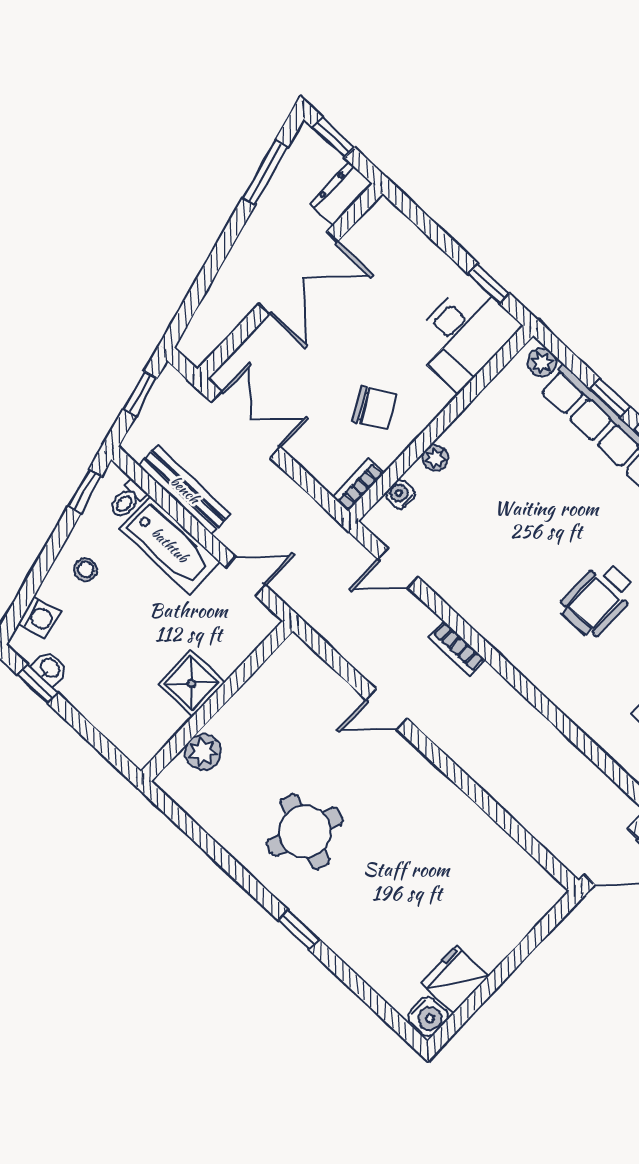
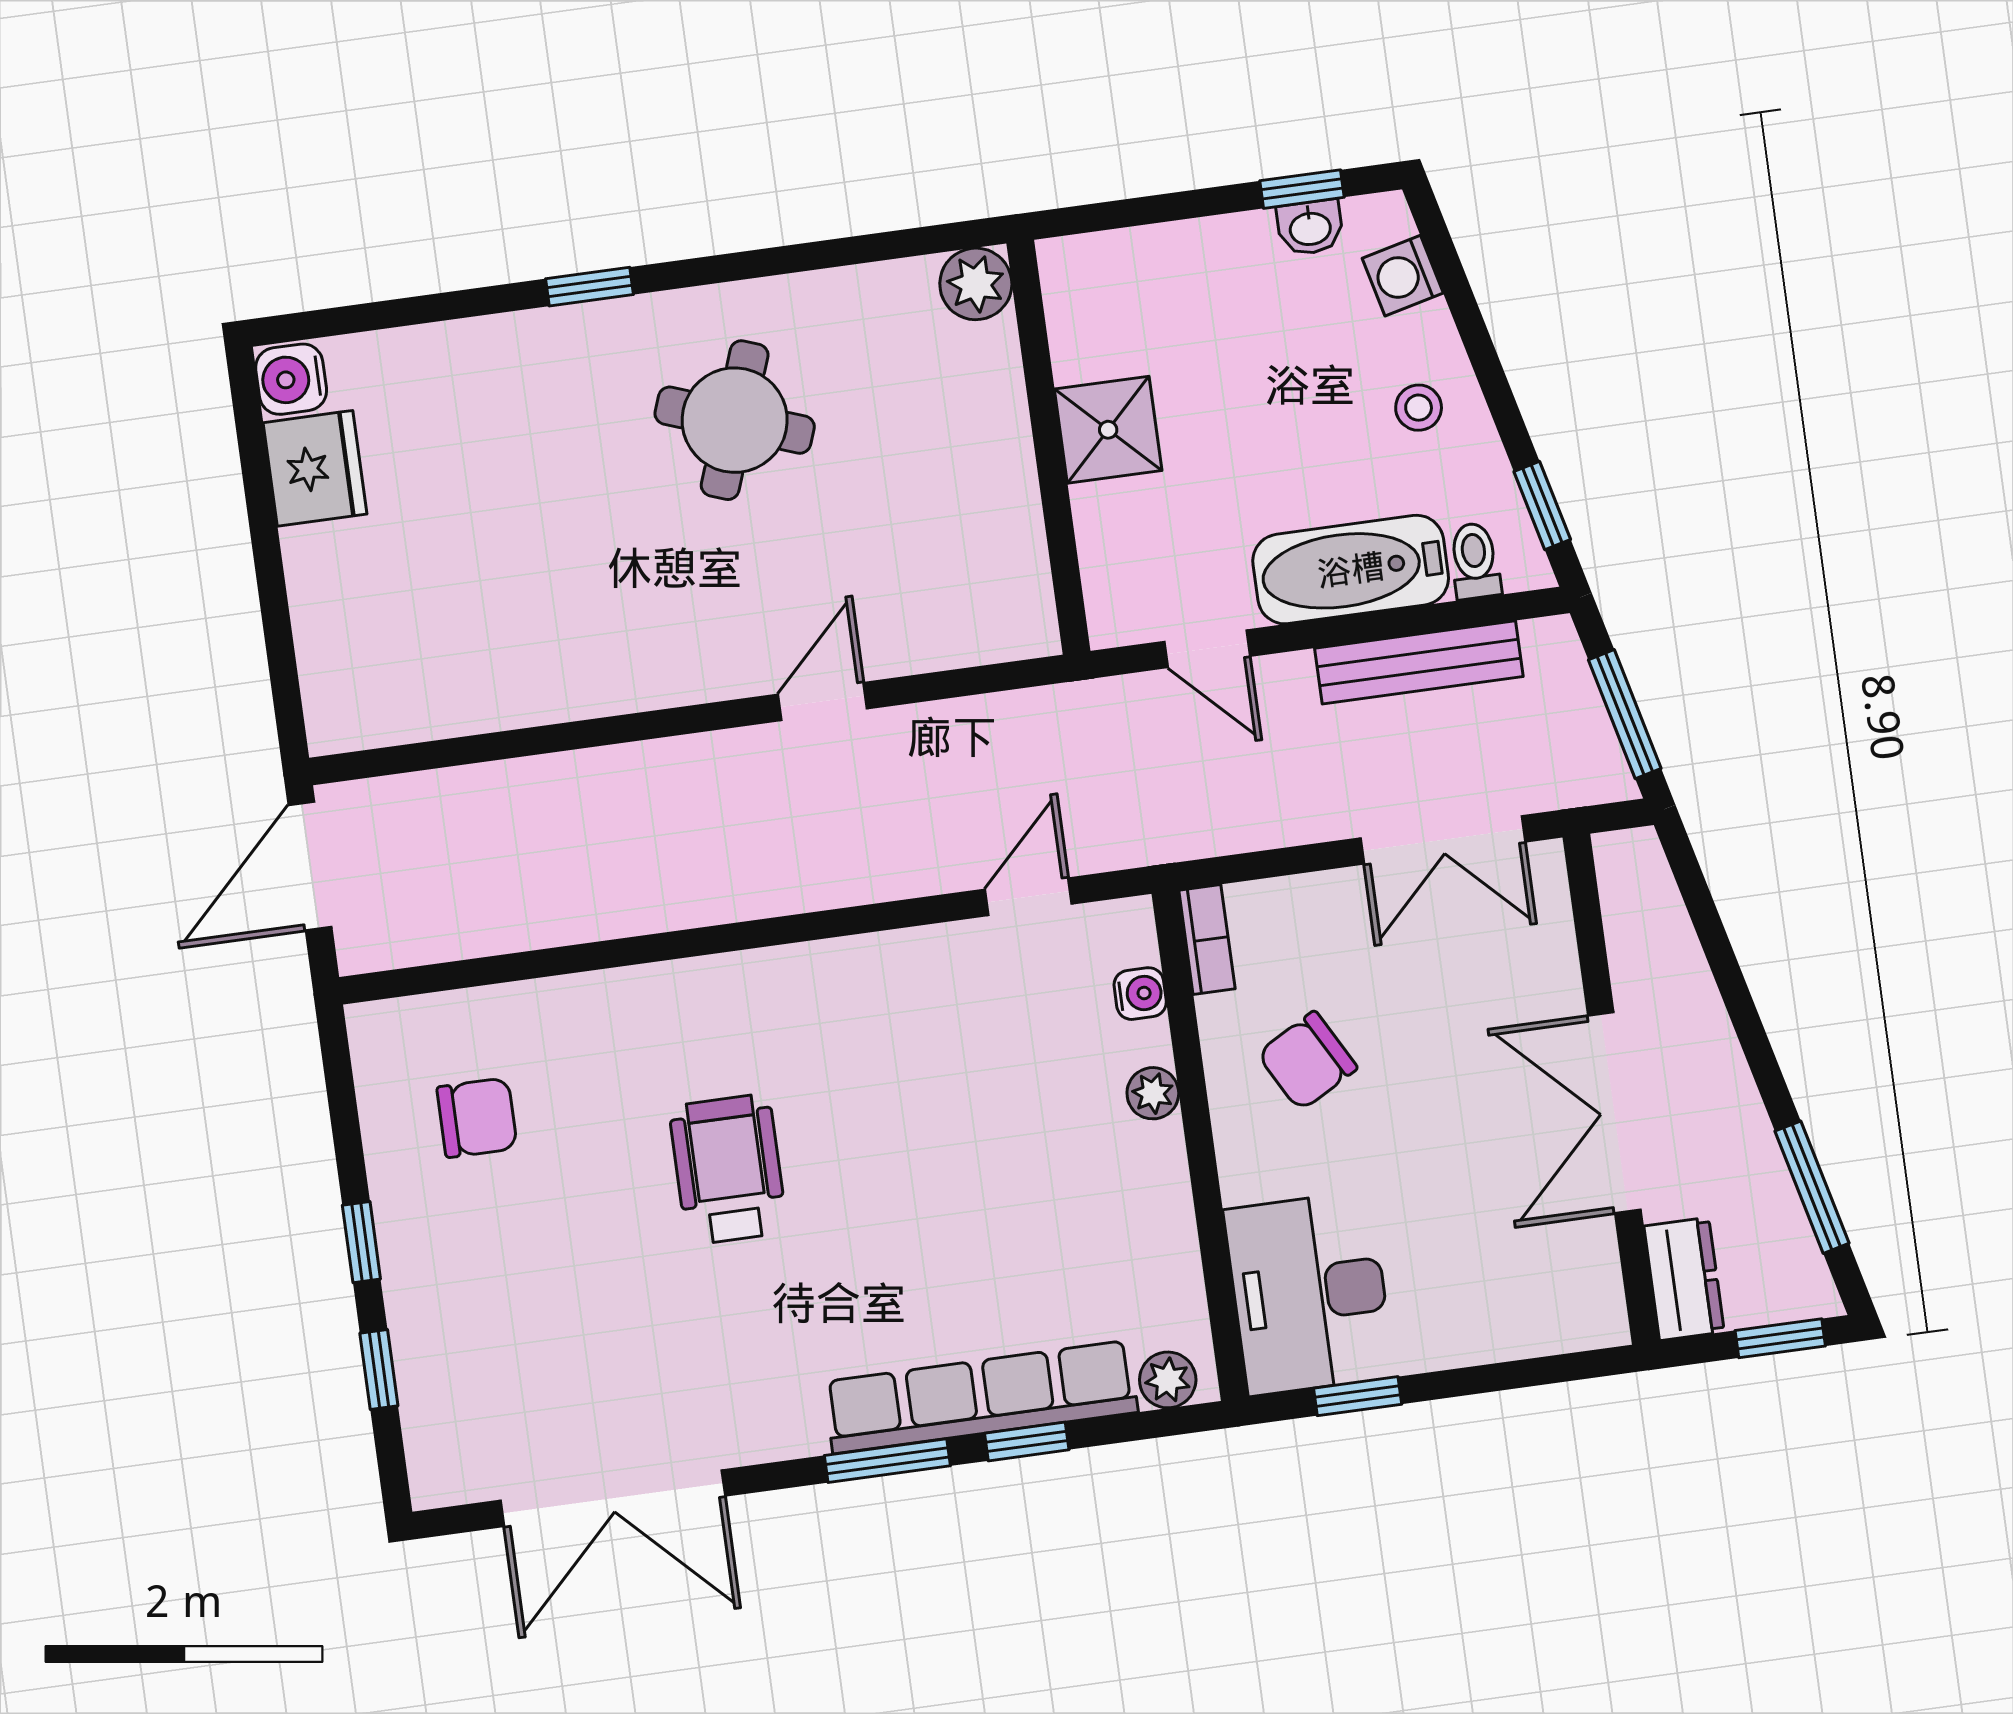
window: (140, 394) -> (1625, 714), width x1.50
door: (246, 576) -> (1207, 649), hinge flipped
bookcase: (457, 649) -> (829, 887), removed
plant: (203, 752) -> (976, 284), moved

